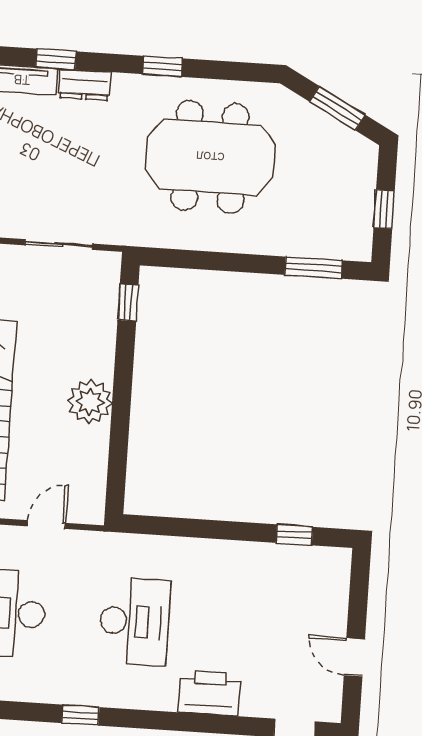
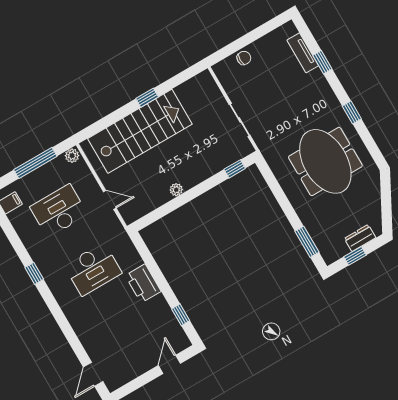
dresser: (85, 85) -> (360, 238), moved, turned 90
window: (337, 108) -> (386, 204), removed
plant: (90, 402) -> (176, 190), width x0.53, depth x0.53
door: (354, 657) -> (169, 364), moved
printer: (210, 693) -> (143, 283), moved, turned 180

